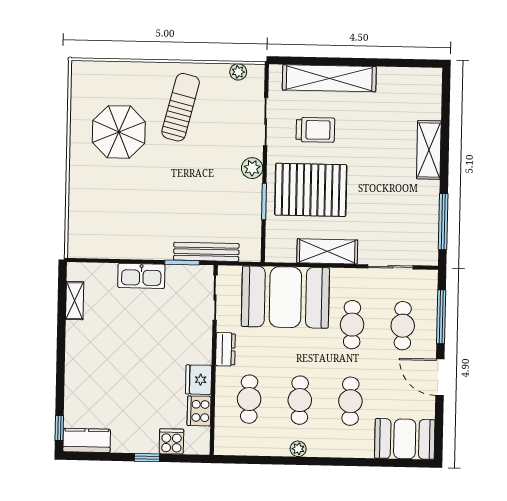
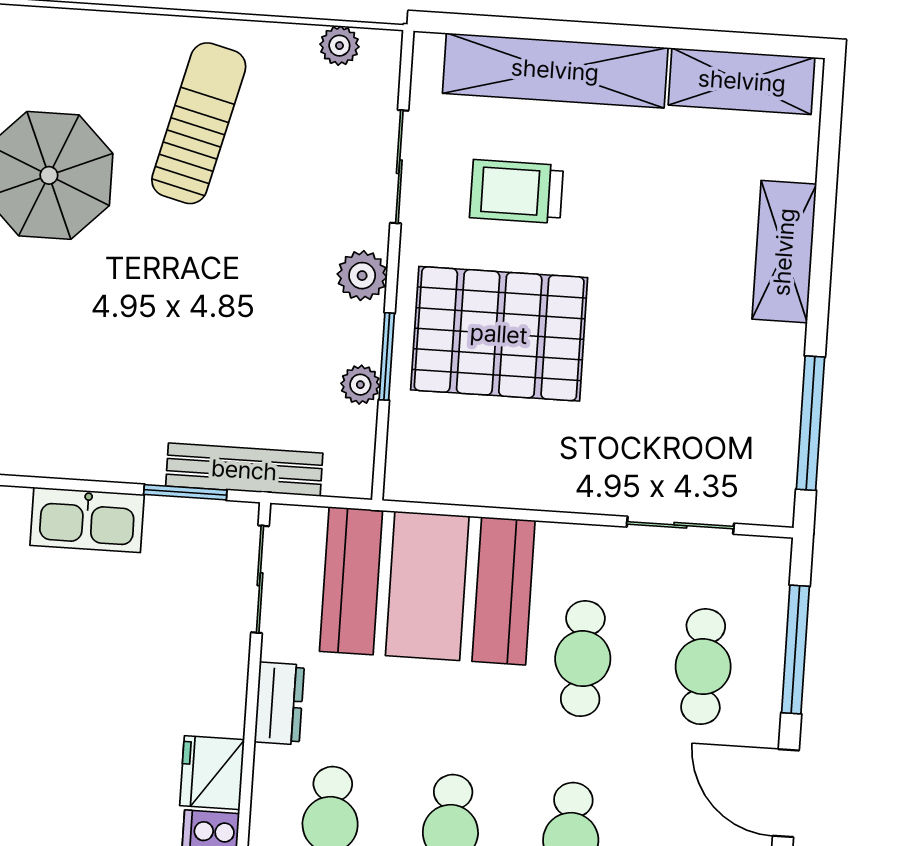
trolley: (315, 130) -> (517, 192), turned 180
plant: (253, 214) -> (360, 385), added
shelving: (327, 251) -> (742, 81), moved

